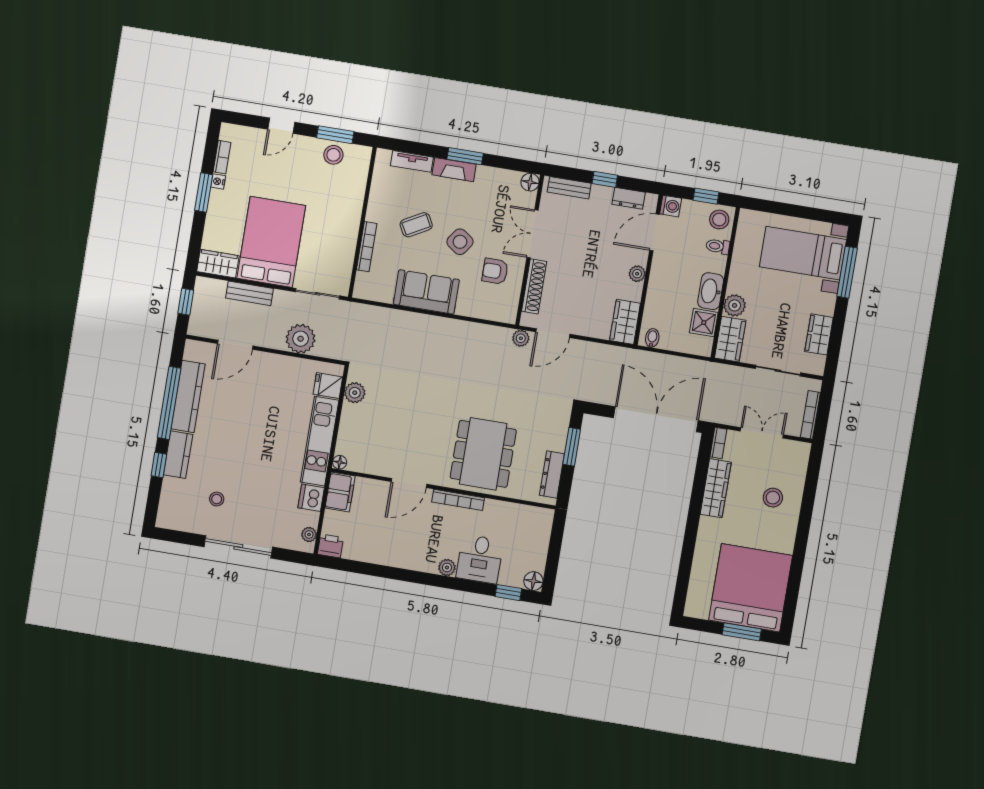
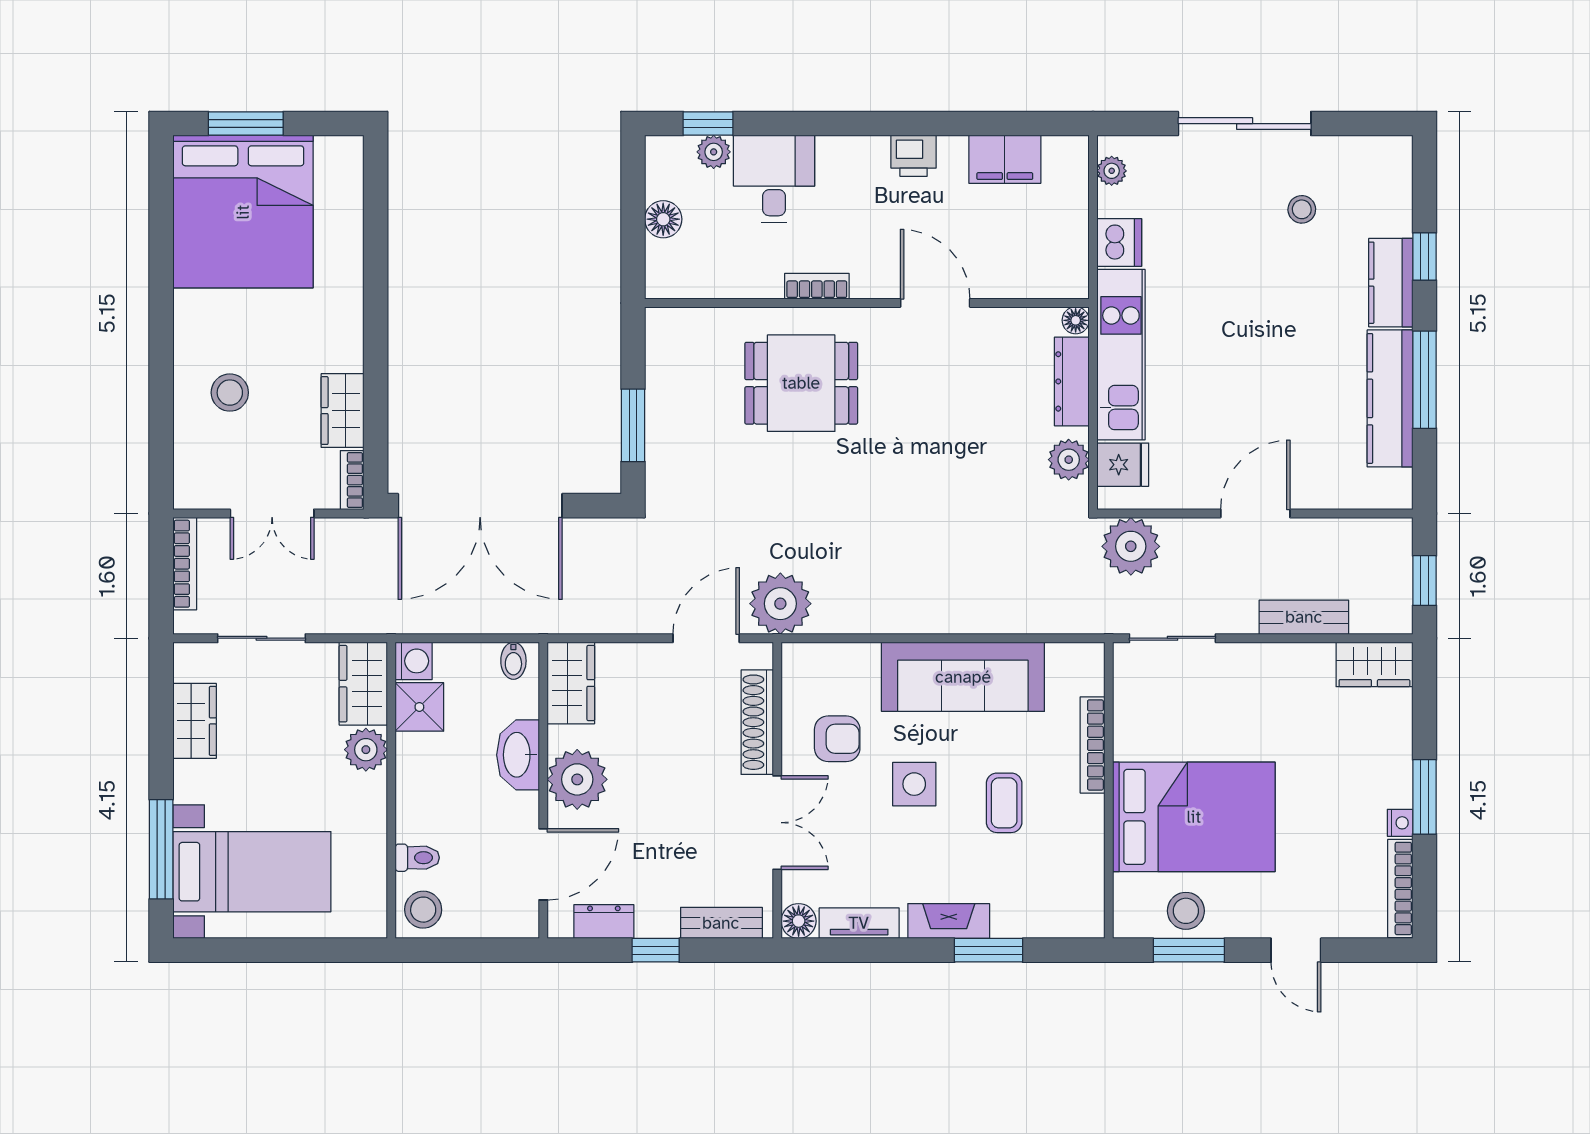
door: (281, 126) -> (1296, 950), swing flipped
window: (465, 156) -> (989, 950), moved
bookcase: (222, 157) -> (1400, 888), width x1.56
tv unit: (412, 161) -> (859, 923), moved
window: (706, 196) -> (456, 950), removed
washing machine: (671, 206) -> (414, 661), moved, turned 180
coffee table: (416, 225) -> (1004, 803), turned -61
bed: (271, 242) -> (1194, 817), moved, turned -90
side table: (460, 242) -> (914, 784), turned -35
plant: (637, 274) -> (577, 779), width x1.88, depth x1.88
washbasin: (711, 291) -> (518, 755), moved, turned 180
sofa: (426, 292) -> (963, 677), width x1.36
plant: (521, 338) -> (780, 604), width x1.88, depth x1.88
plant: (301, 339) -> (1131, 546), moved
door: (235, 345) -> (1255, 513), moved
window: (169, 403) -> (1425, 380), width x0.68
dining table: (483, 454) -> (801, 383), width x0.73
dresser: (552, 475) -> (1072, 381), moved, turned 180
door: (409, 483) -> (935, 303), hinge flipped
wardrobe: (716, 488) -> (343, 411), width x0.67
filing cabinet: (340, 492) -> (1005, 159), moved, turned -90
bookcase: (458, 500) -> (817, 286), width x0.64
printer: (330, 546) -> (914, 156), moved
plant: (447, 567) -> (714, 152), moved
floor lamp: (533, 581) -> (663, 219), moved

